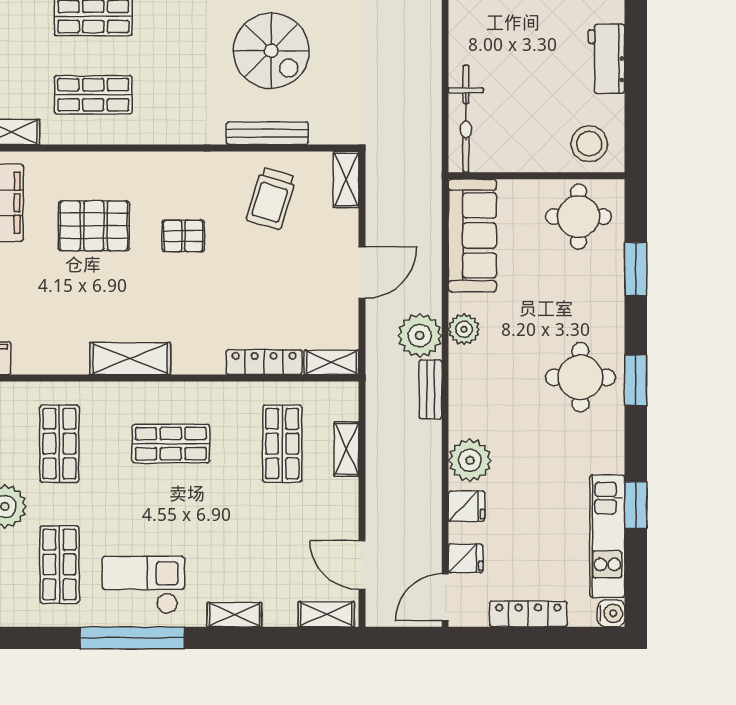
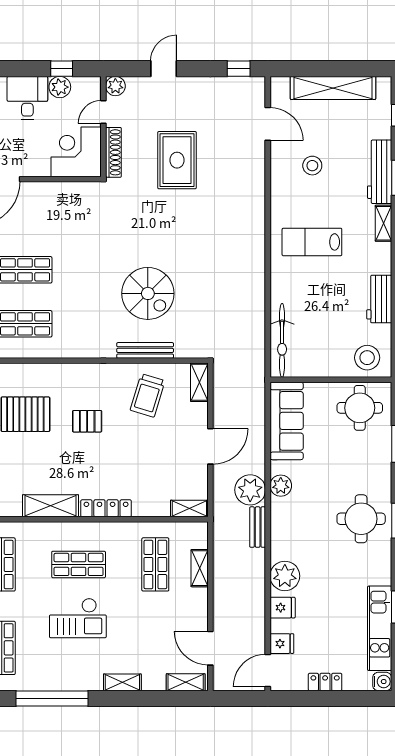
locker: (264, 362) -> (106, 508), moved
checkout: (143, 585) -> (78, 618), moved, turned 180
locker: (528, 614) -> (325, 682), width x0.66

